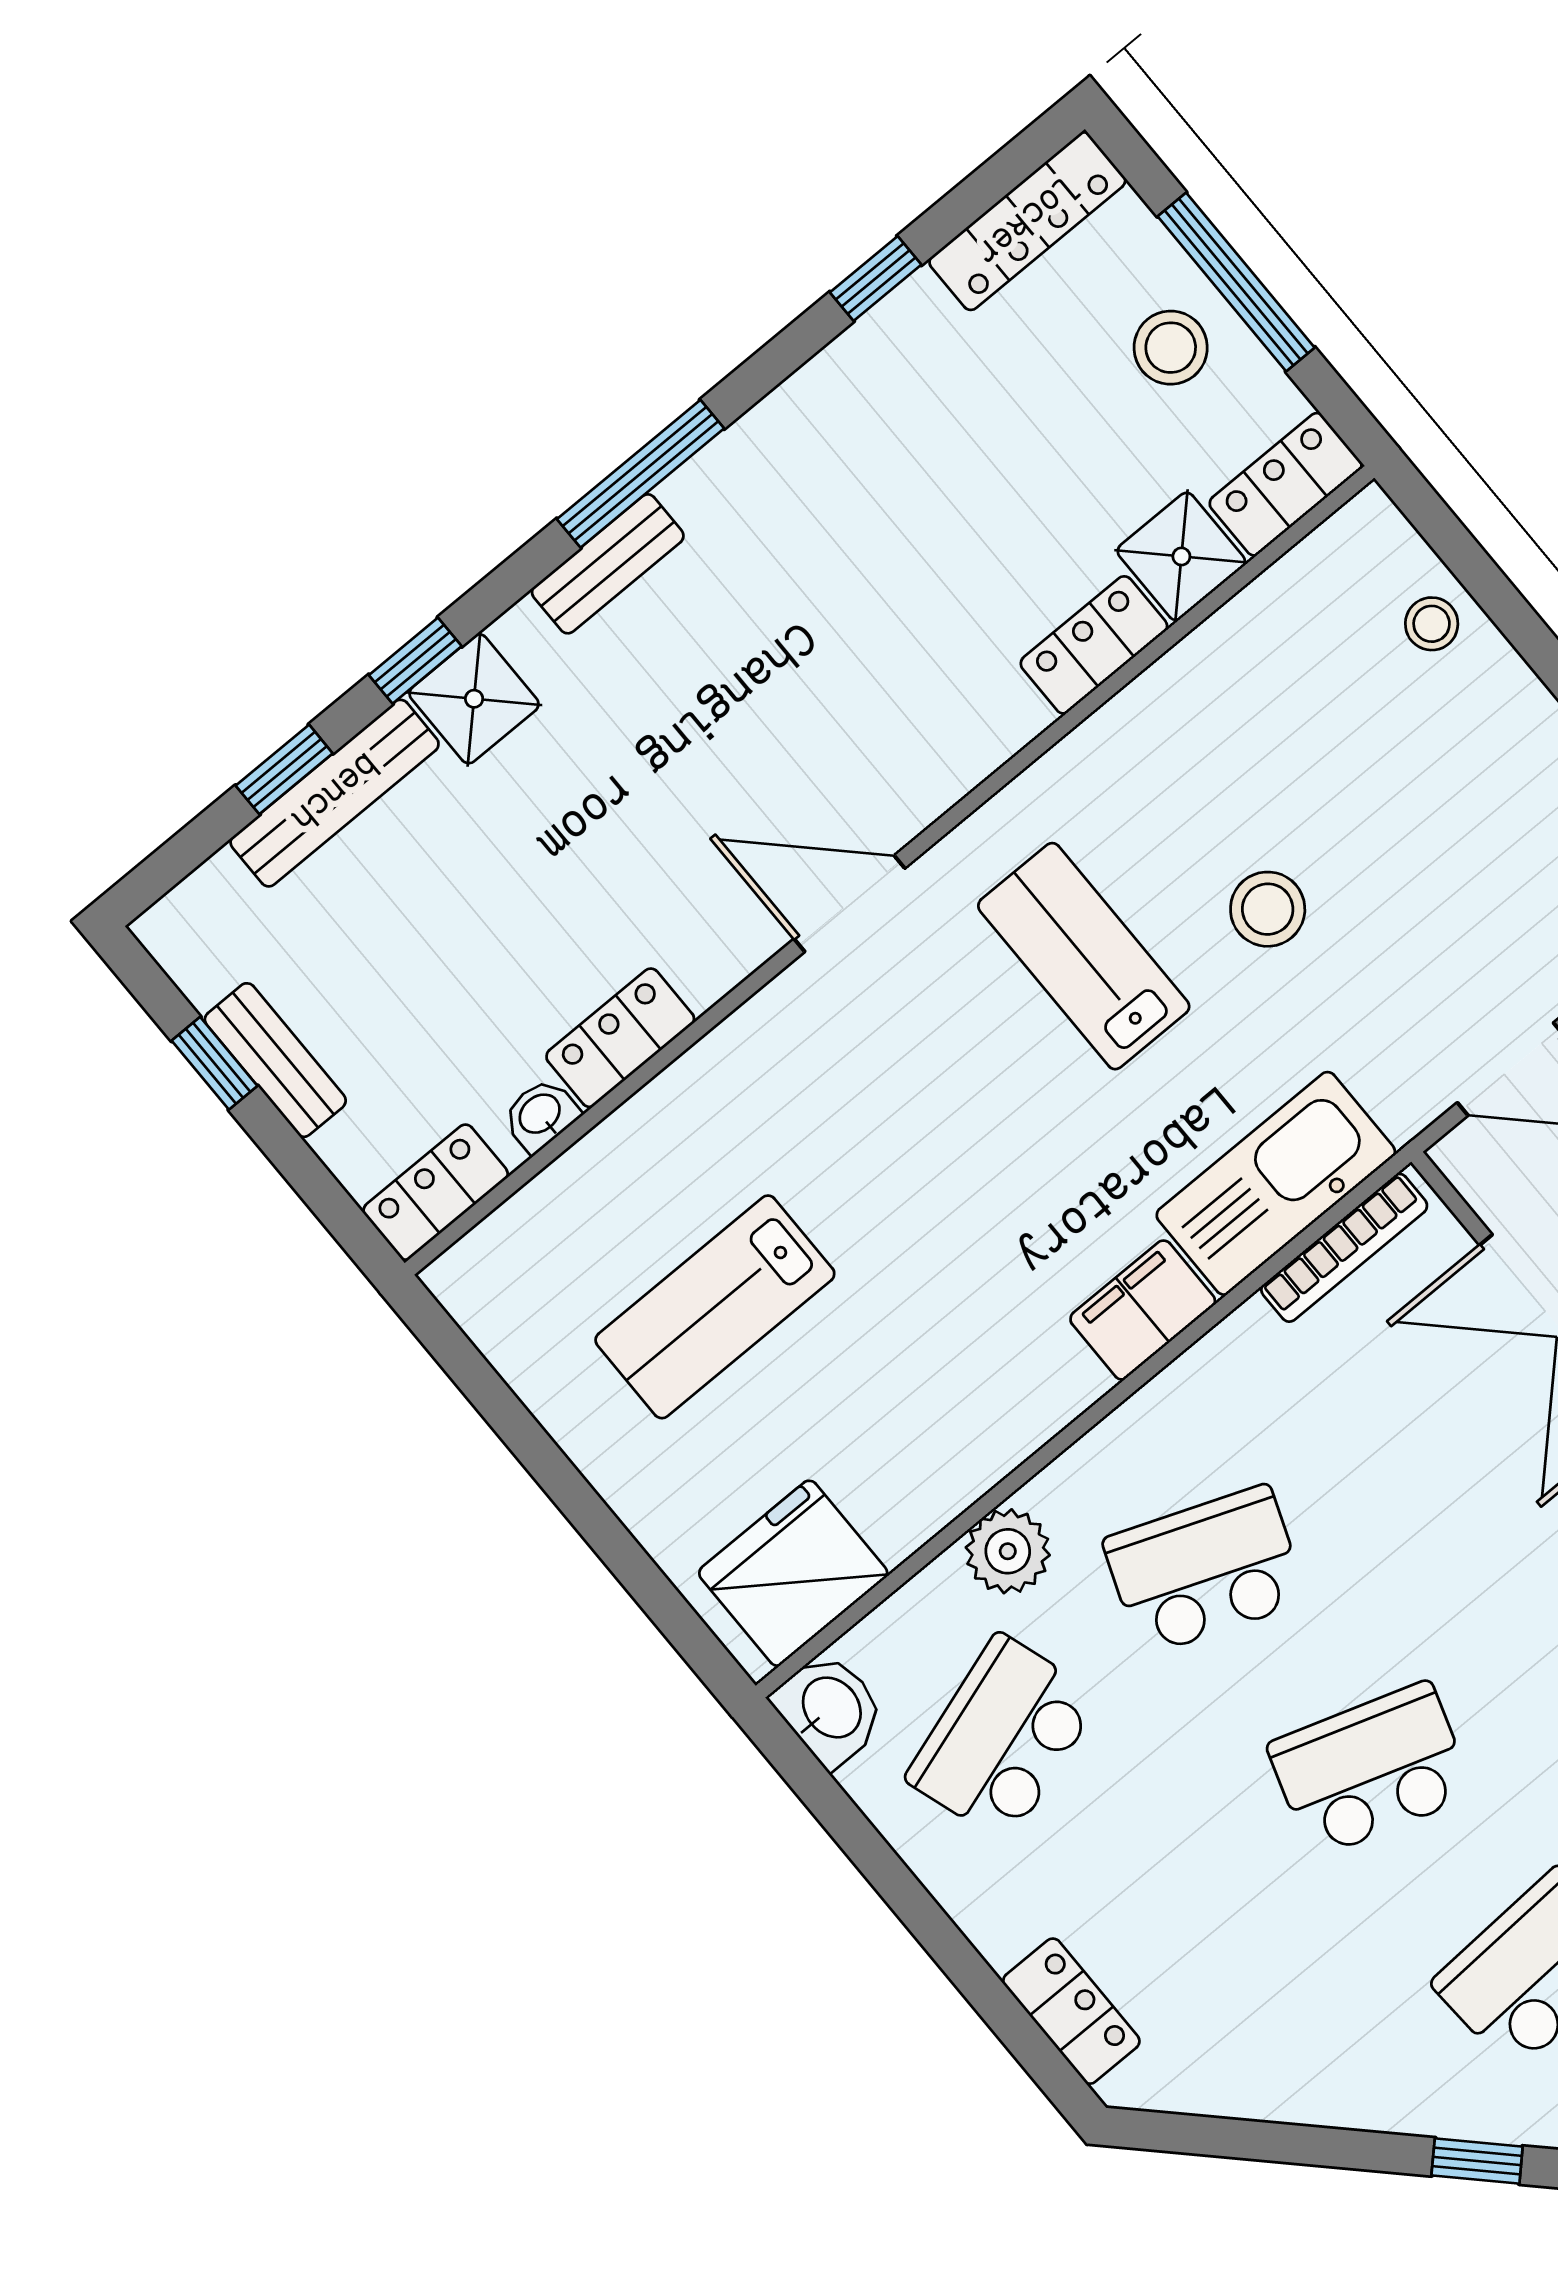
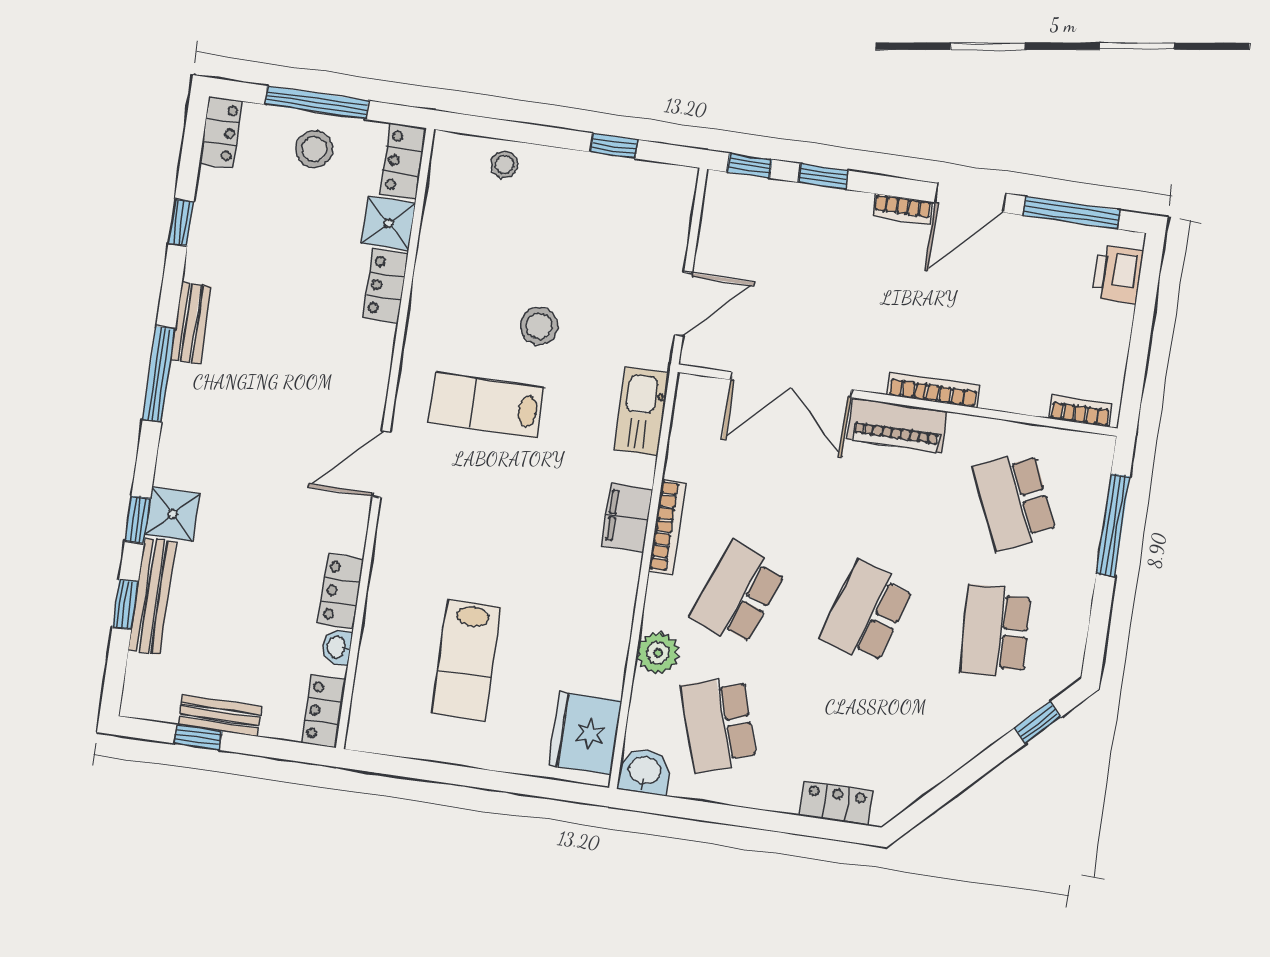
locker: (1027, 221) -> (221, 132), width x0.66
bench: (608, 564) -> (191, 323), moved
kitchen sink: (1276, 1183) -> (642, 411), width x0.73, depth x0.81
bookcase: (1344, 1248) -> (667, 527), moved

